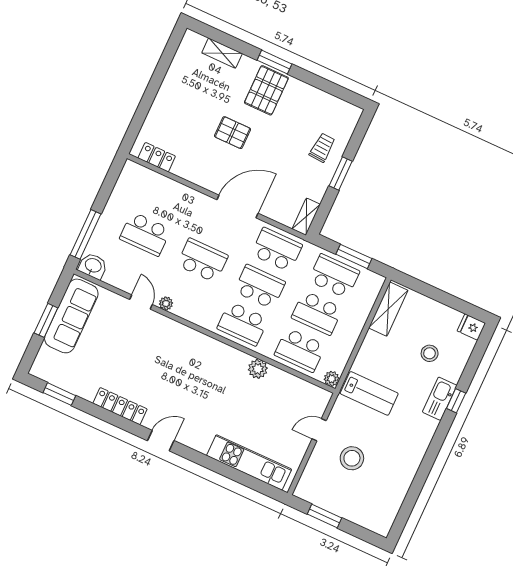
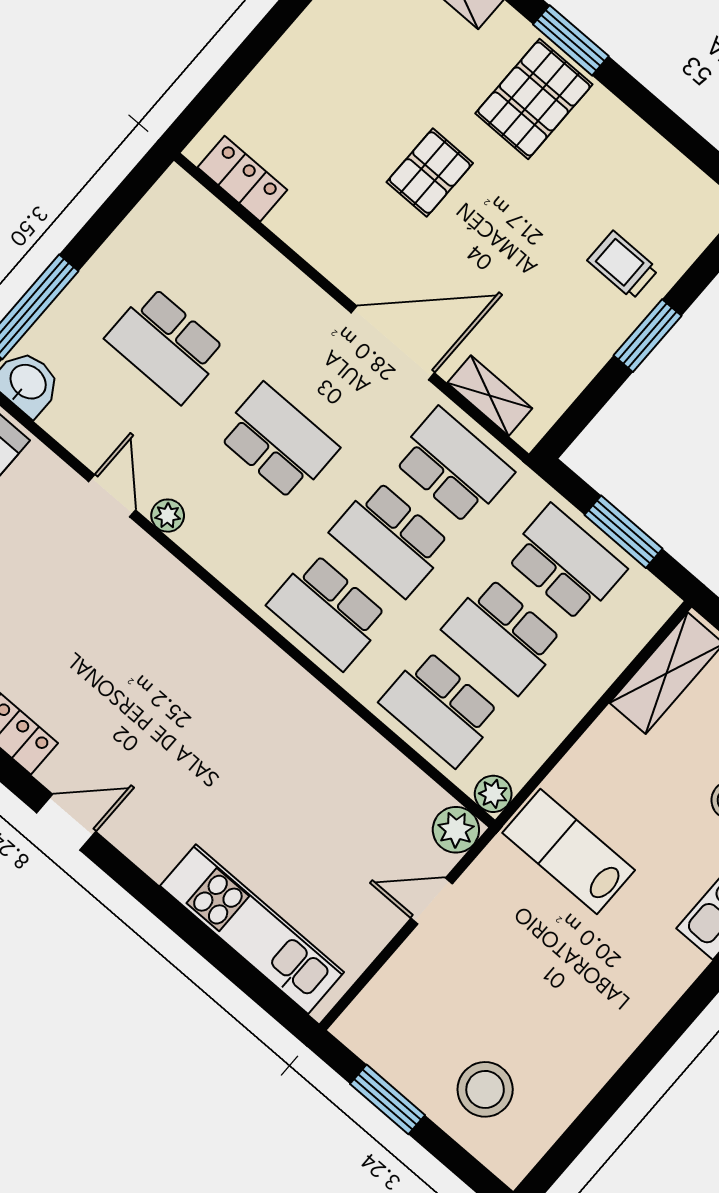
pallet: (233, 133) -> (430, 173), turned 90
trolley: (322, 148) -> (623, 265), turned -94
shelving: (306, 217) -> (490, 396), moved, turned 90
school desk: (260, 287) -> (391, 539), turned 180
plant: (258, 369) -> (456, 830), moved
lab bench: (369, 393) -> (569, 851), turned 180
stool: (352, 458) -> (485, 1089), moved

